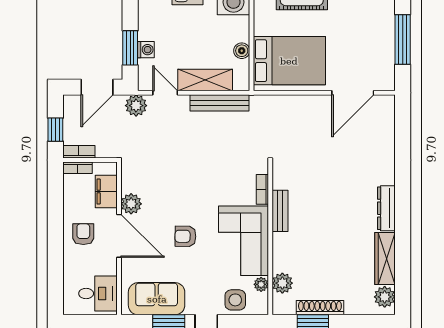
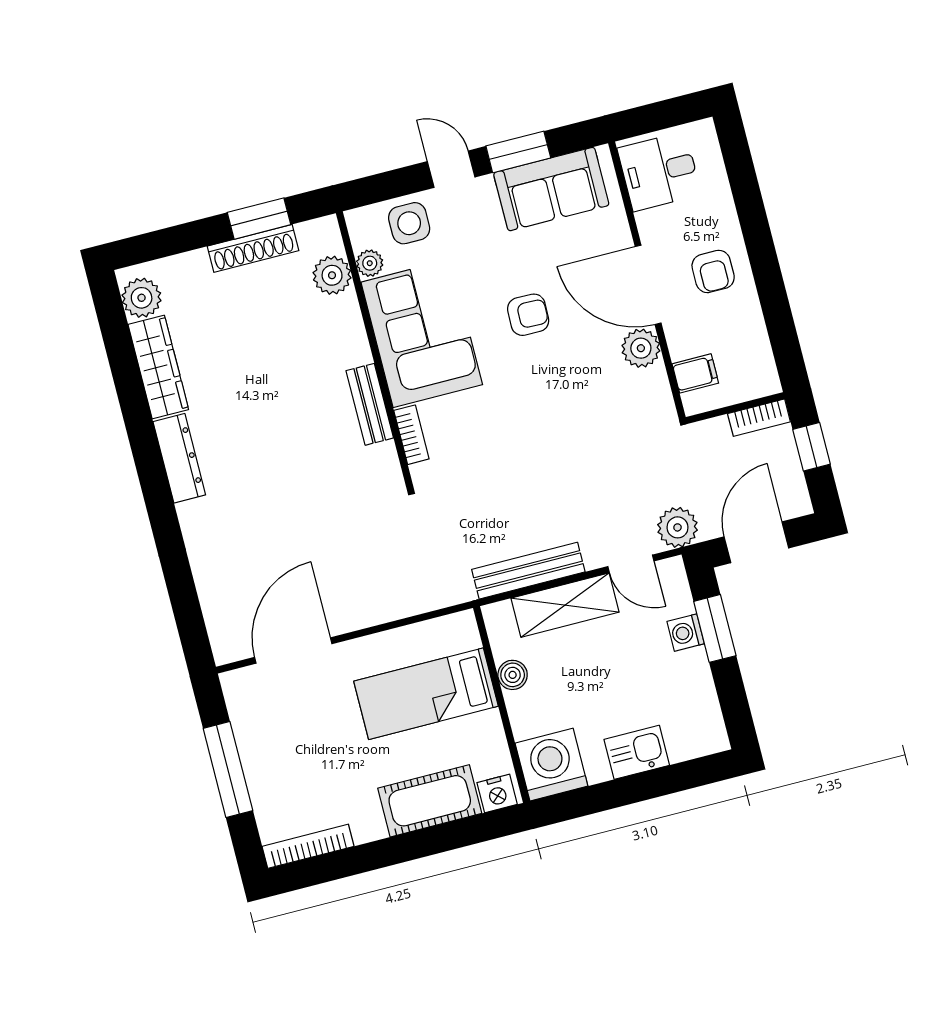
bed: (289, 61) -> (426, 694), width x0.67
bookcase: (77, 168) -> (754, 388), removed
filing cabinet: (106, 192) -> (695, 373), width x0.50

